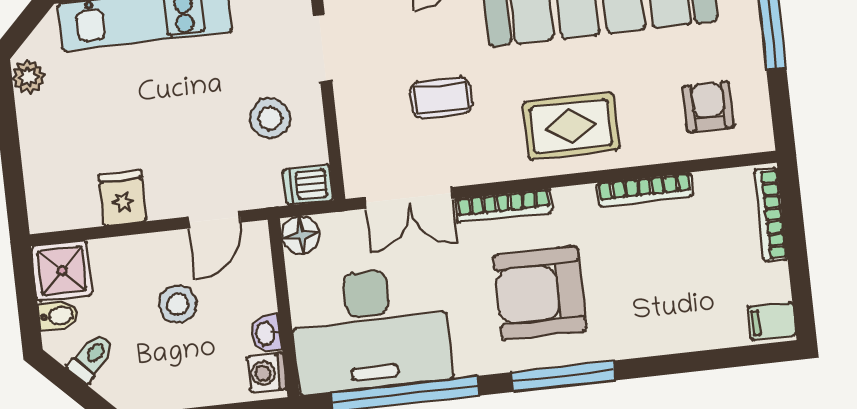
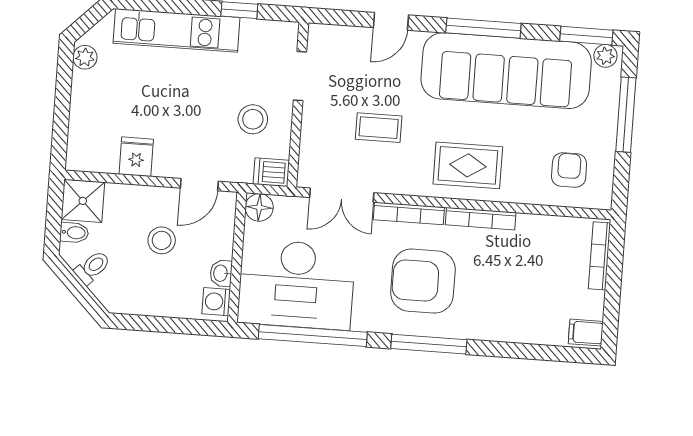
bookcase: (645, 190) -> (481, 219), moved

